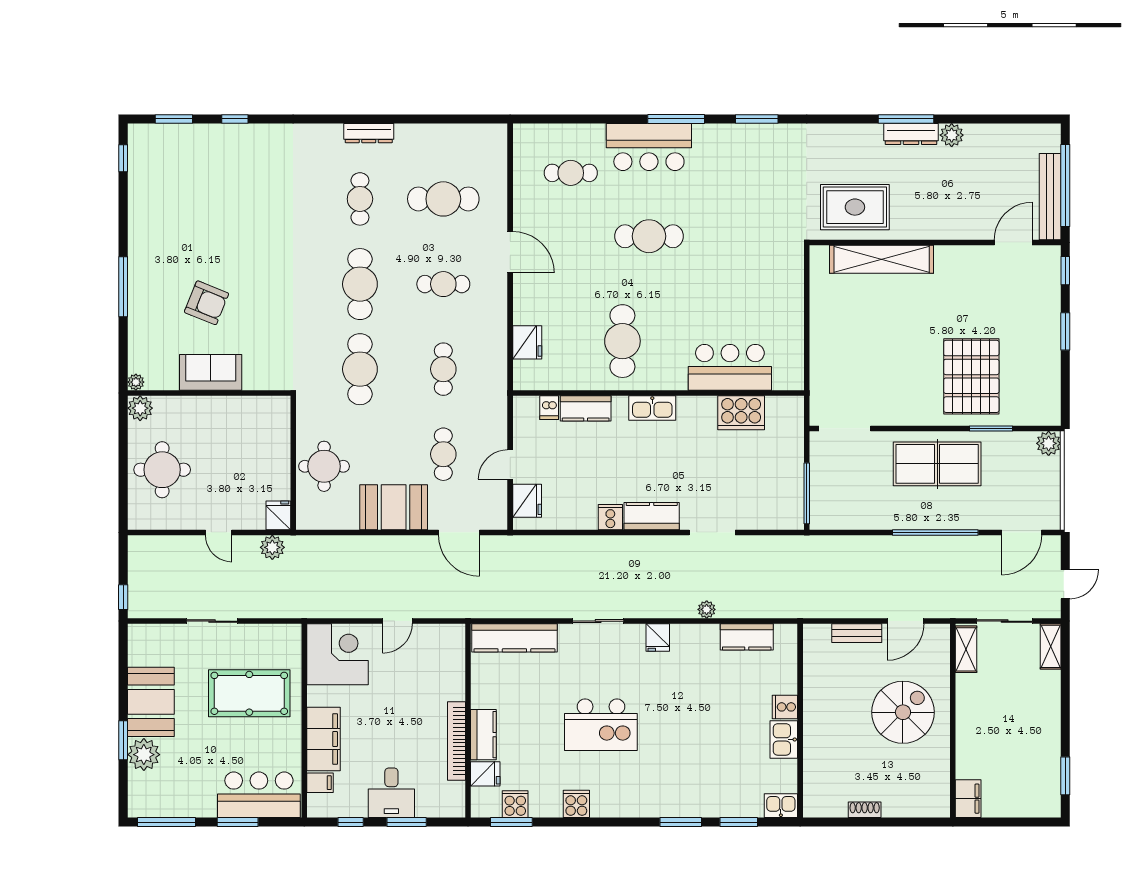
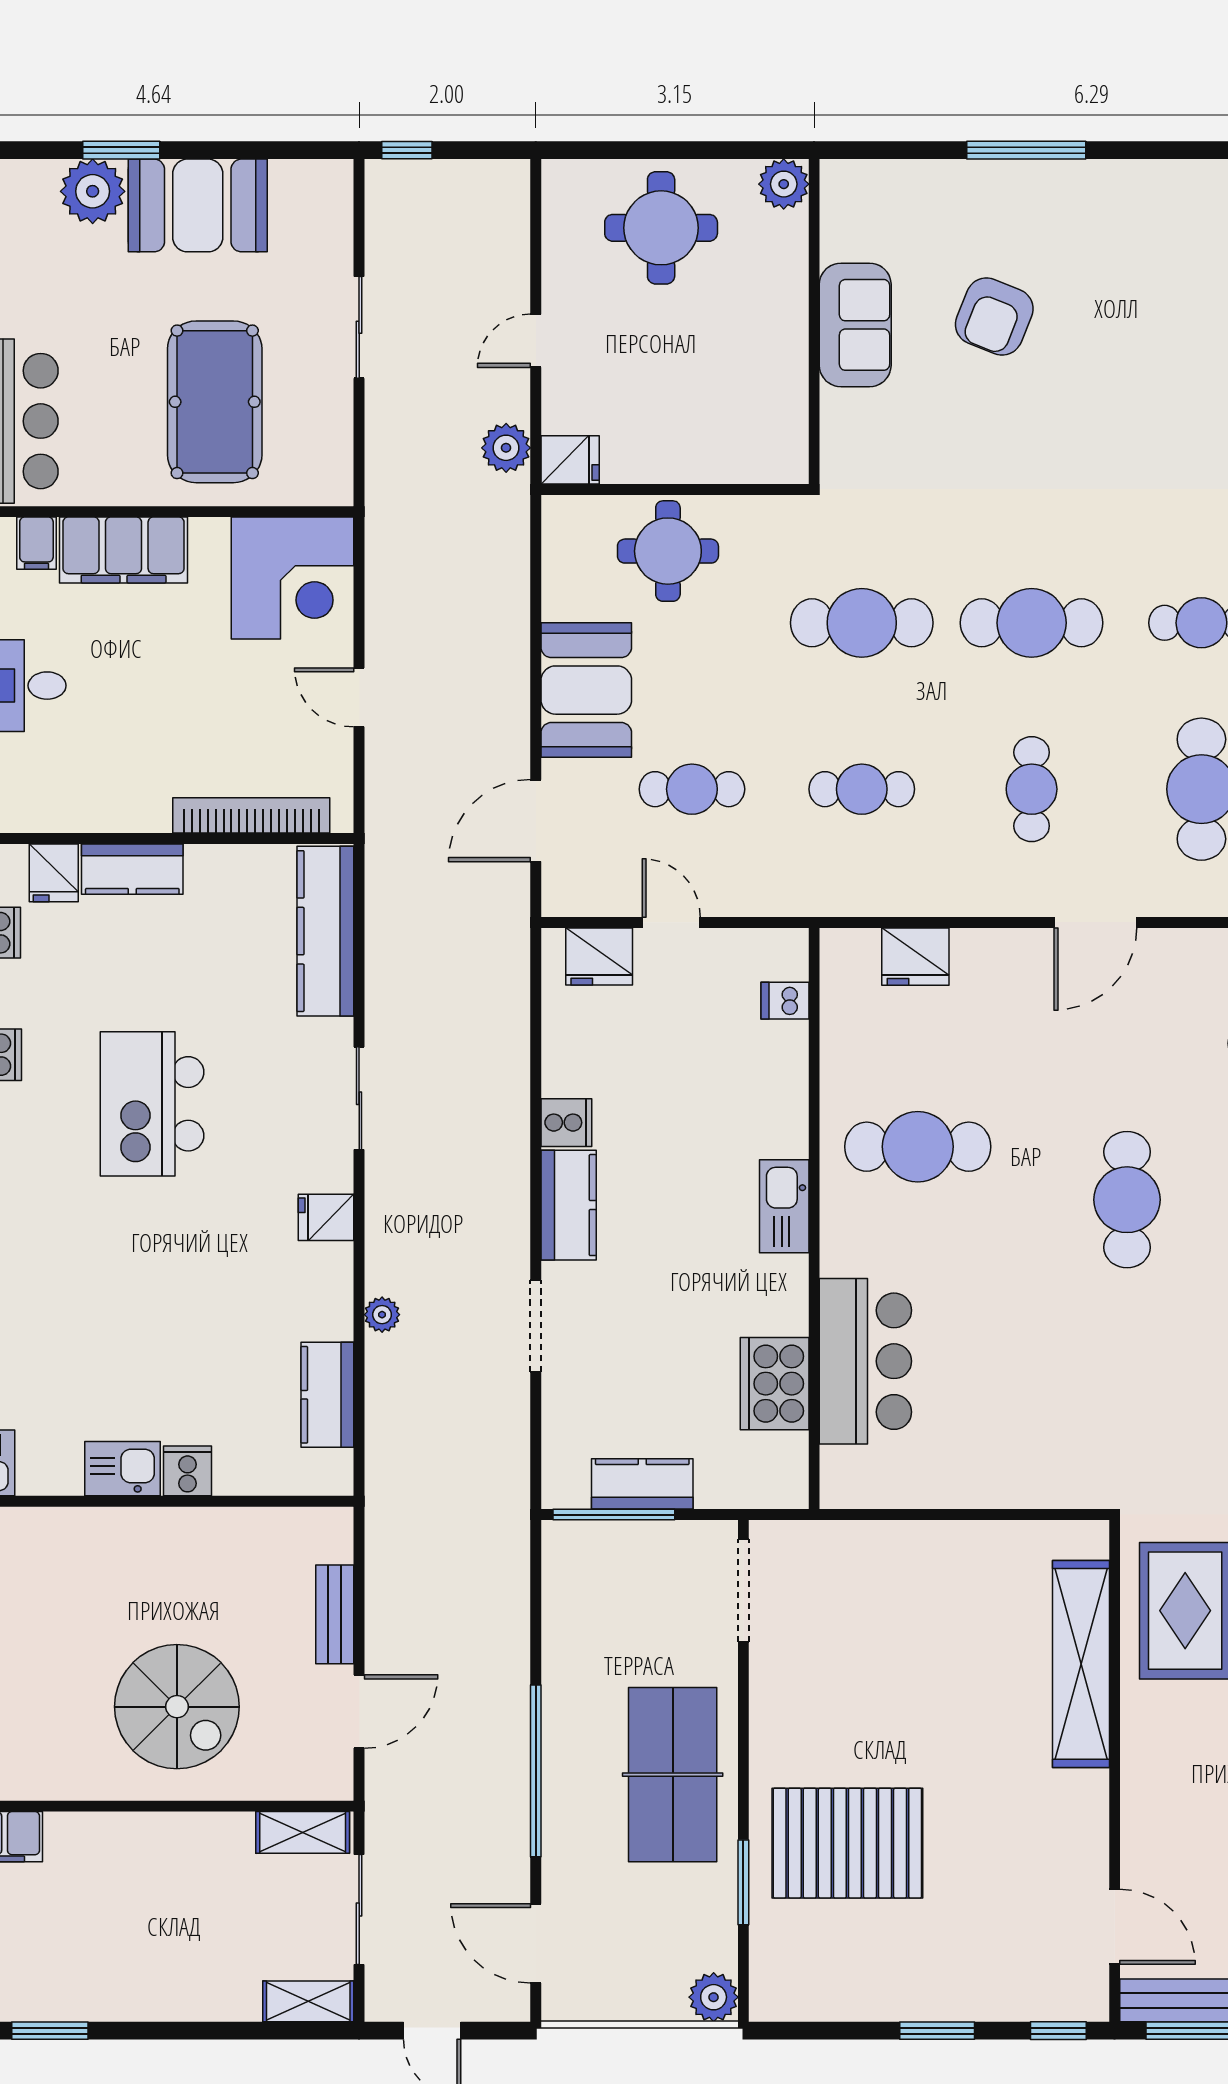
plant: (136, 382) -> (836, 175), removed
kitchen counter: (586, 408) -> (642, 1484), moved, turned 90
door: (905, 621) -> (359, 1712), swing flipped
bookcase: (456, 741) -> (251, 815), moved

